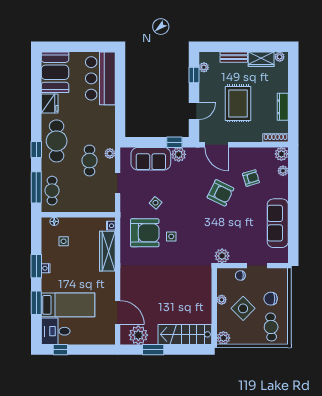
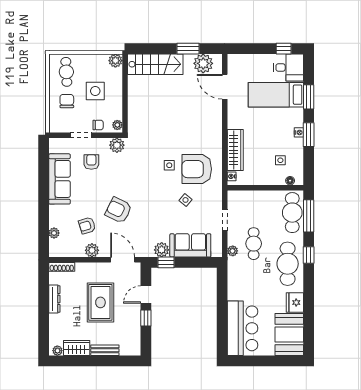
plant: (204, 67) -> (136, 340), removed
window: (194, 75) -> (146, 318), moved
plant: (281, 154) -> (92, 250), moved
cafe table: (52, 191) -> (292, 213), width x1.37, depth x1.35
armchair: (247, 240) -> (91, 162), added
chair: (271, 299) -> (67, 101), turned -90
plant: (222, 300) -> (117, 125), moved
side table: (243, 308) -> (95, 91), turned 45

